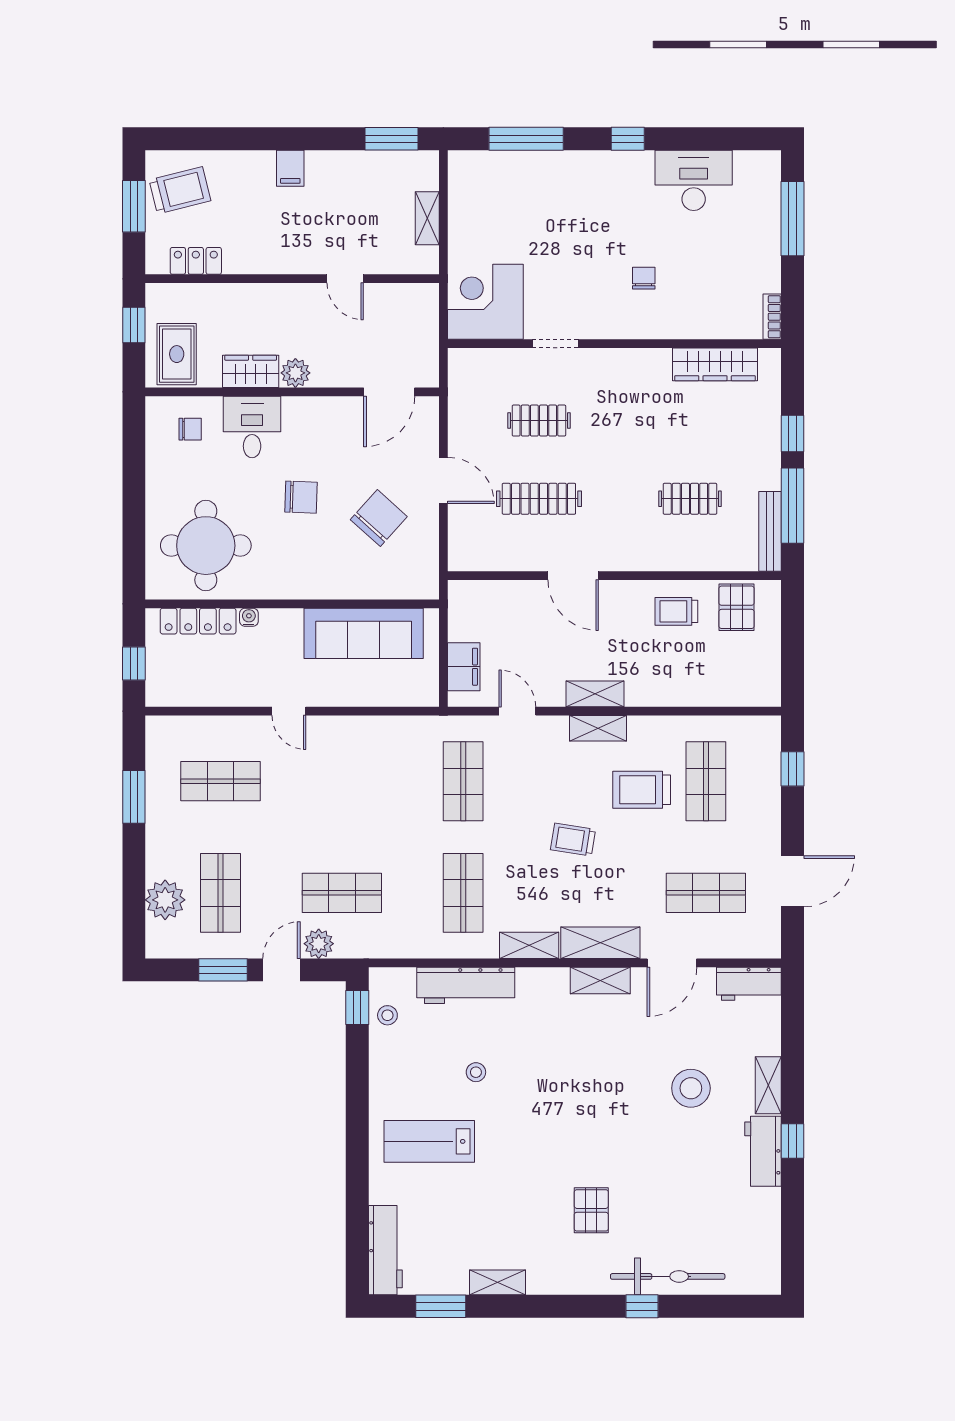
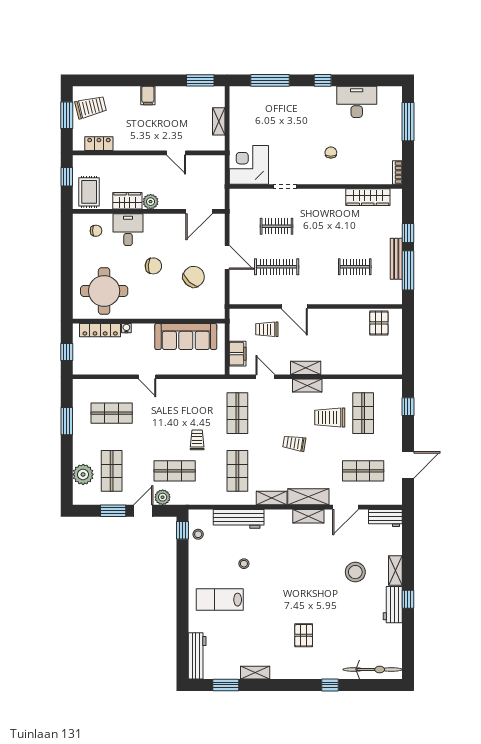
bench: (770, 531) -> (396, 259), moved
trolley: (676, 611) -> (267, 329), moved
trolley: (385, 833) -> (197, 440), added
bicycle: (668, 1276) -> (373, 669), moved

